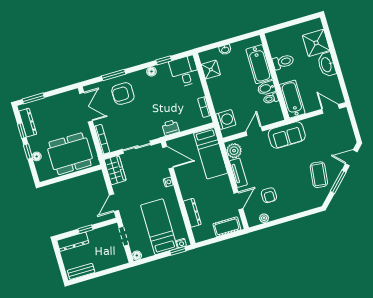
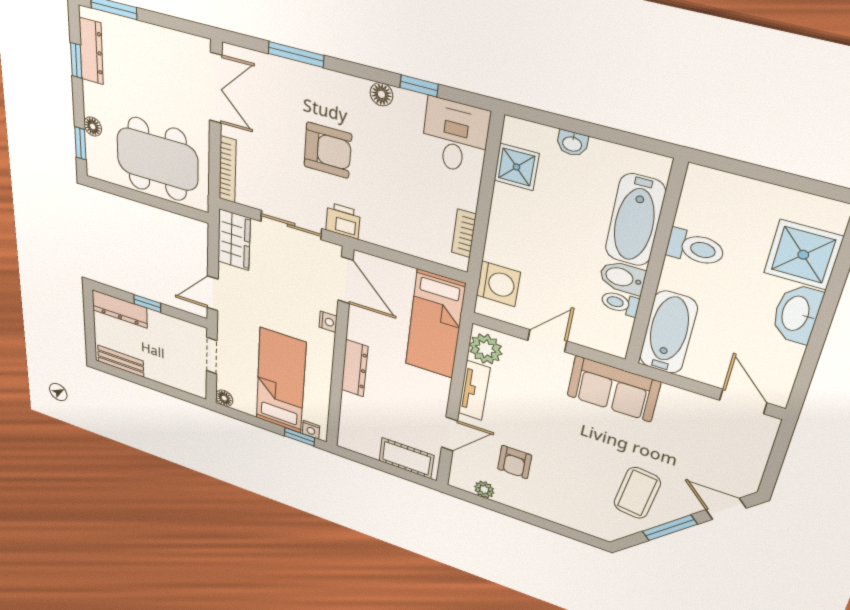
armchair: (123, 94) -> (328, 150), moved, turned 180
printer: (170, 128) -> (343, 221), moved
window: (28, 151) -> (80, 143), moved
dresser: (192, 213) -> (355, 368), moved

